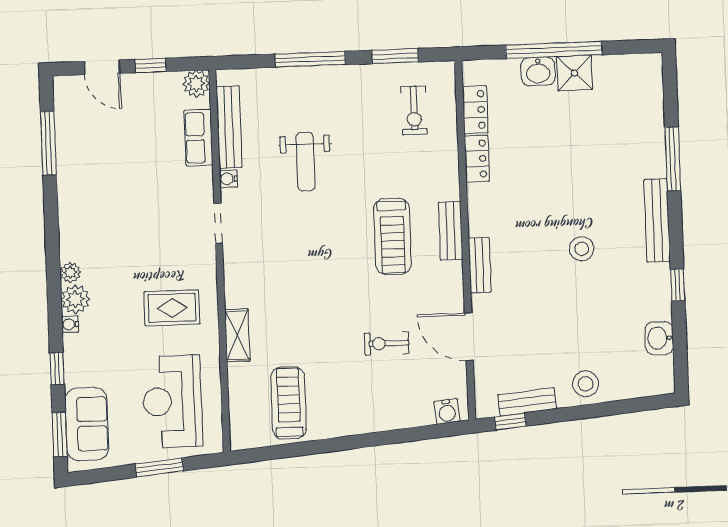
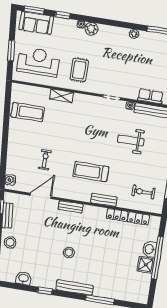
bench: (451, 231) -> (104, 200), moved
plant: (70, 273) -> (134, 34), moved

